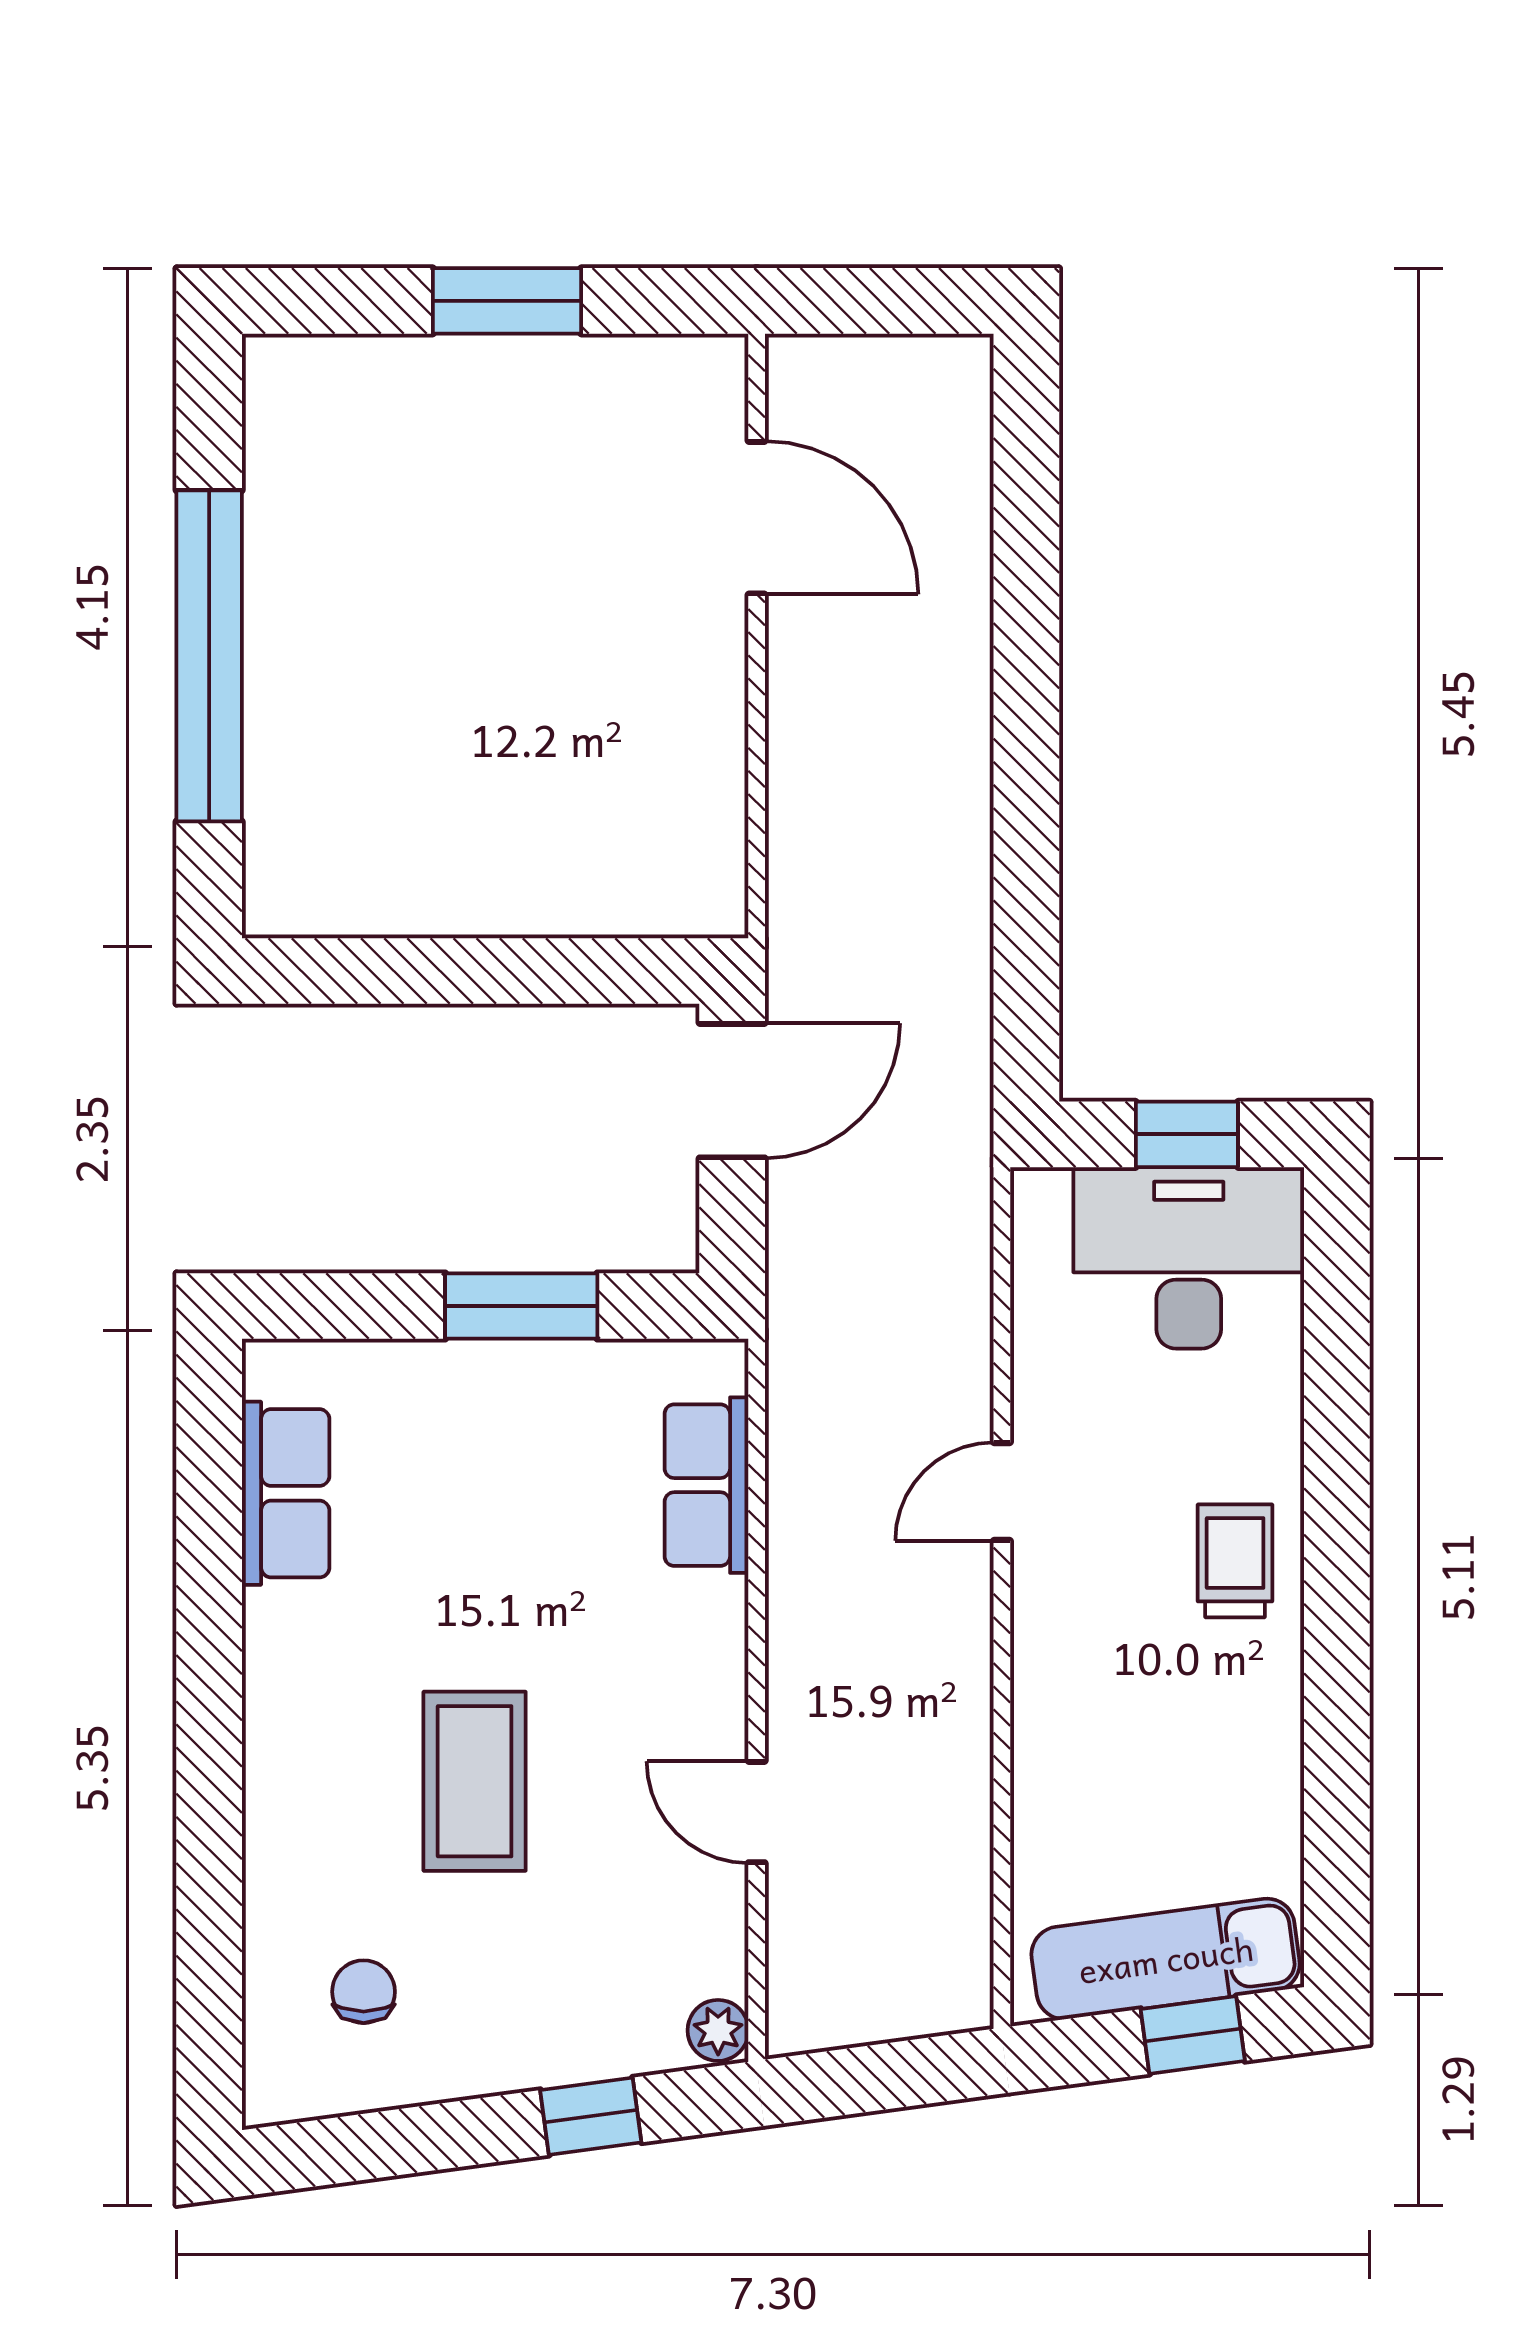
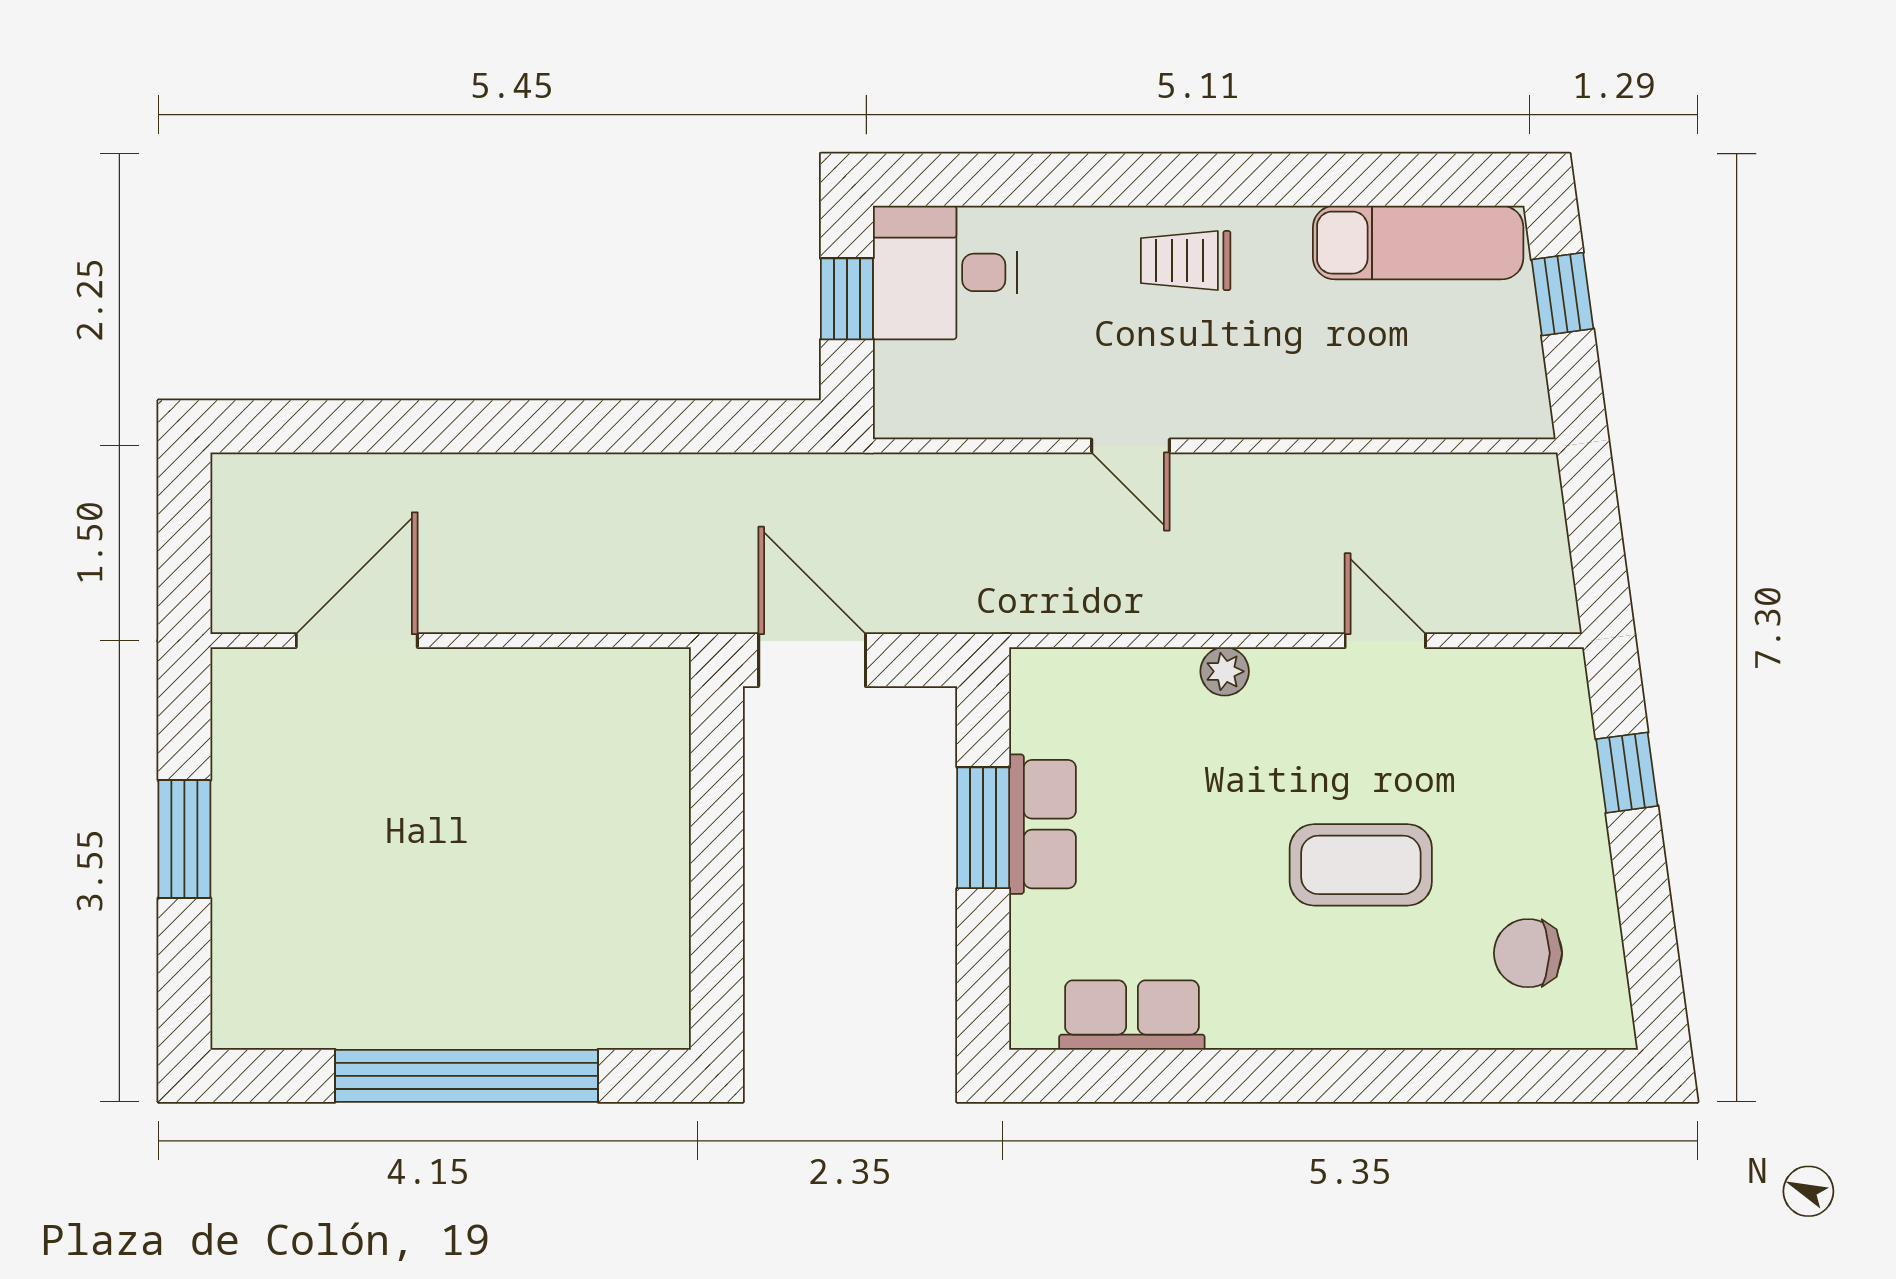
desk: (1189, 1258) -> (945, 272), width x0.73
row of seats: (707, 1485) -> (1042, 824), moved, turned -90
door: (757, 1812) -> (1385, 641), swing flipped
exam couch: (1166, 1959) -> (1418, 243), moved, turned -82
chair: (364, 1992) -> (1528, 953), width x1.37, depth x1.37
plant: (718, 2030) -> (1225, 671), moved

